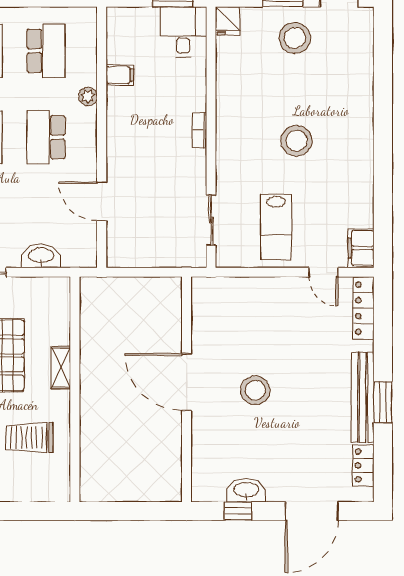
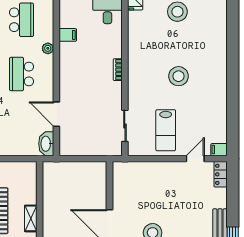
filing cabinet: (361, 248) -> (219, 150), width x0.50
washbasin: (41, 256) -> (46, 144), moved, turned -90
door: (323, 272) -> (195, 159), swing flipped
locker: (364, 308) -> (221, 174), width x0.66

